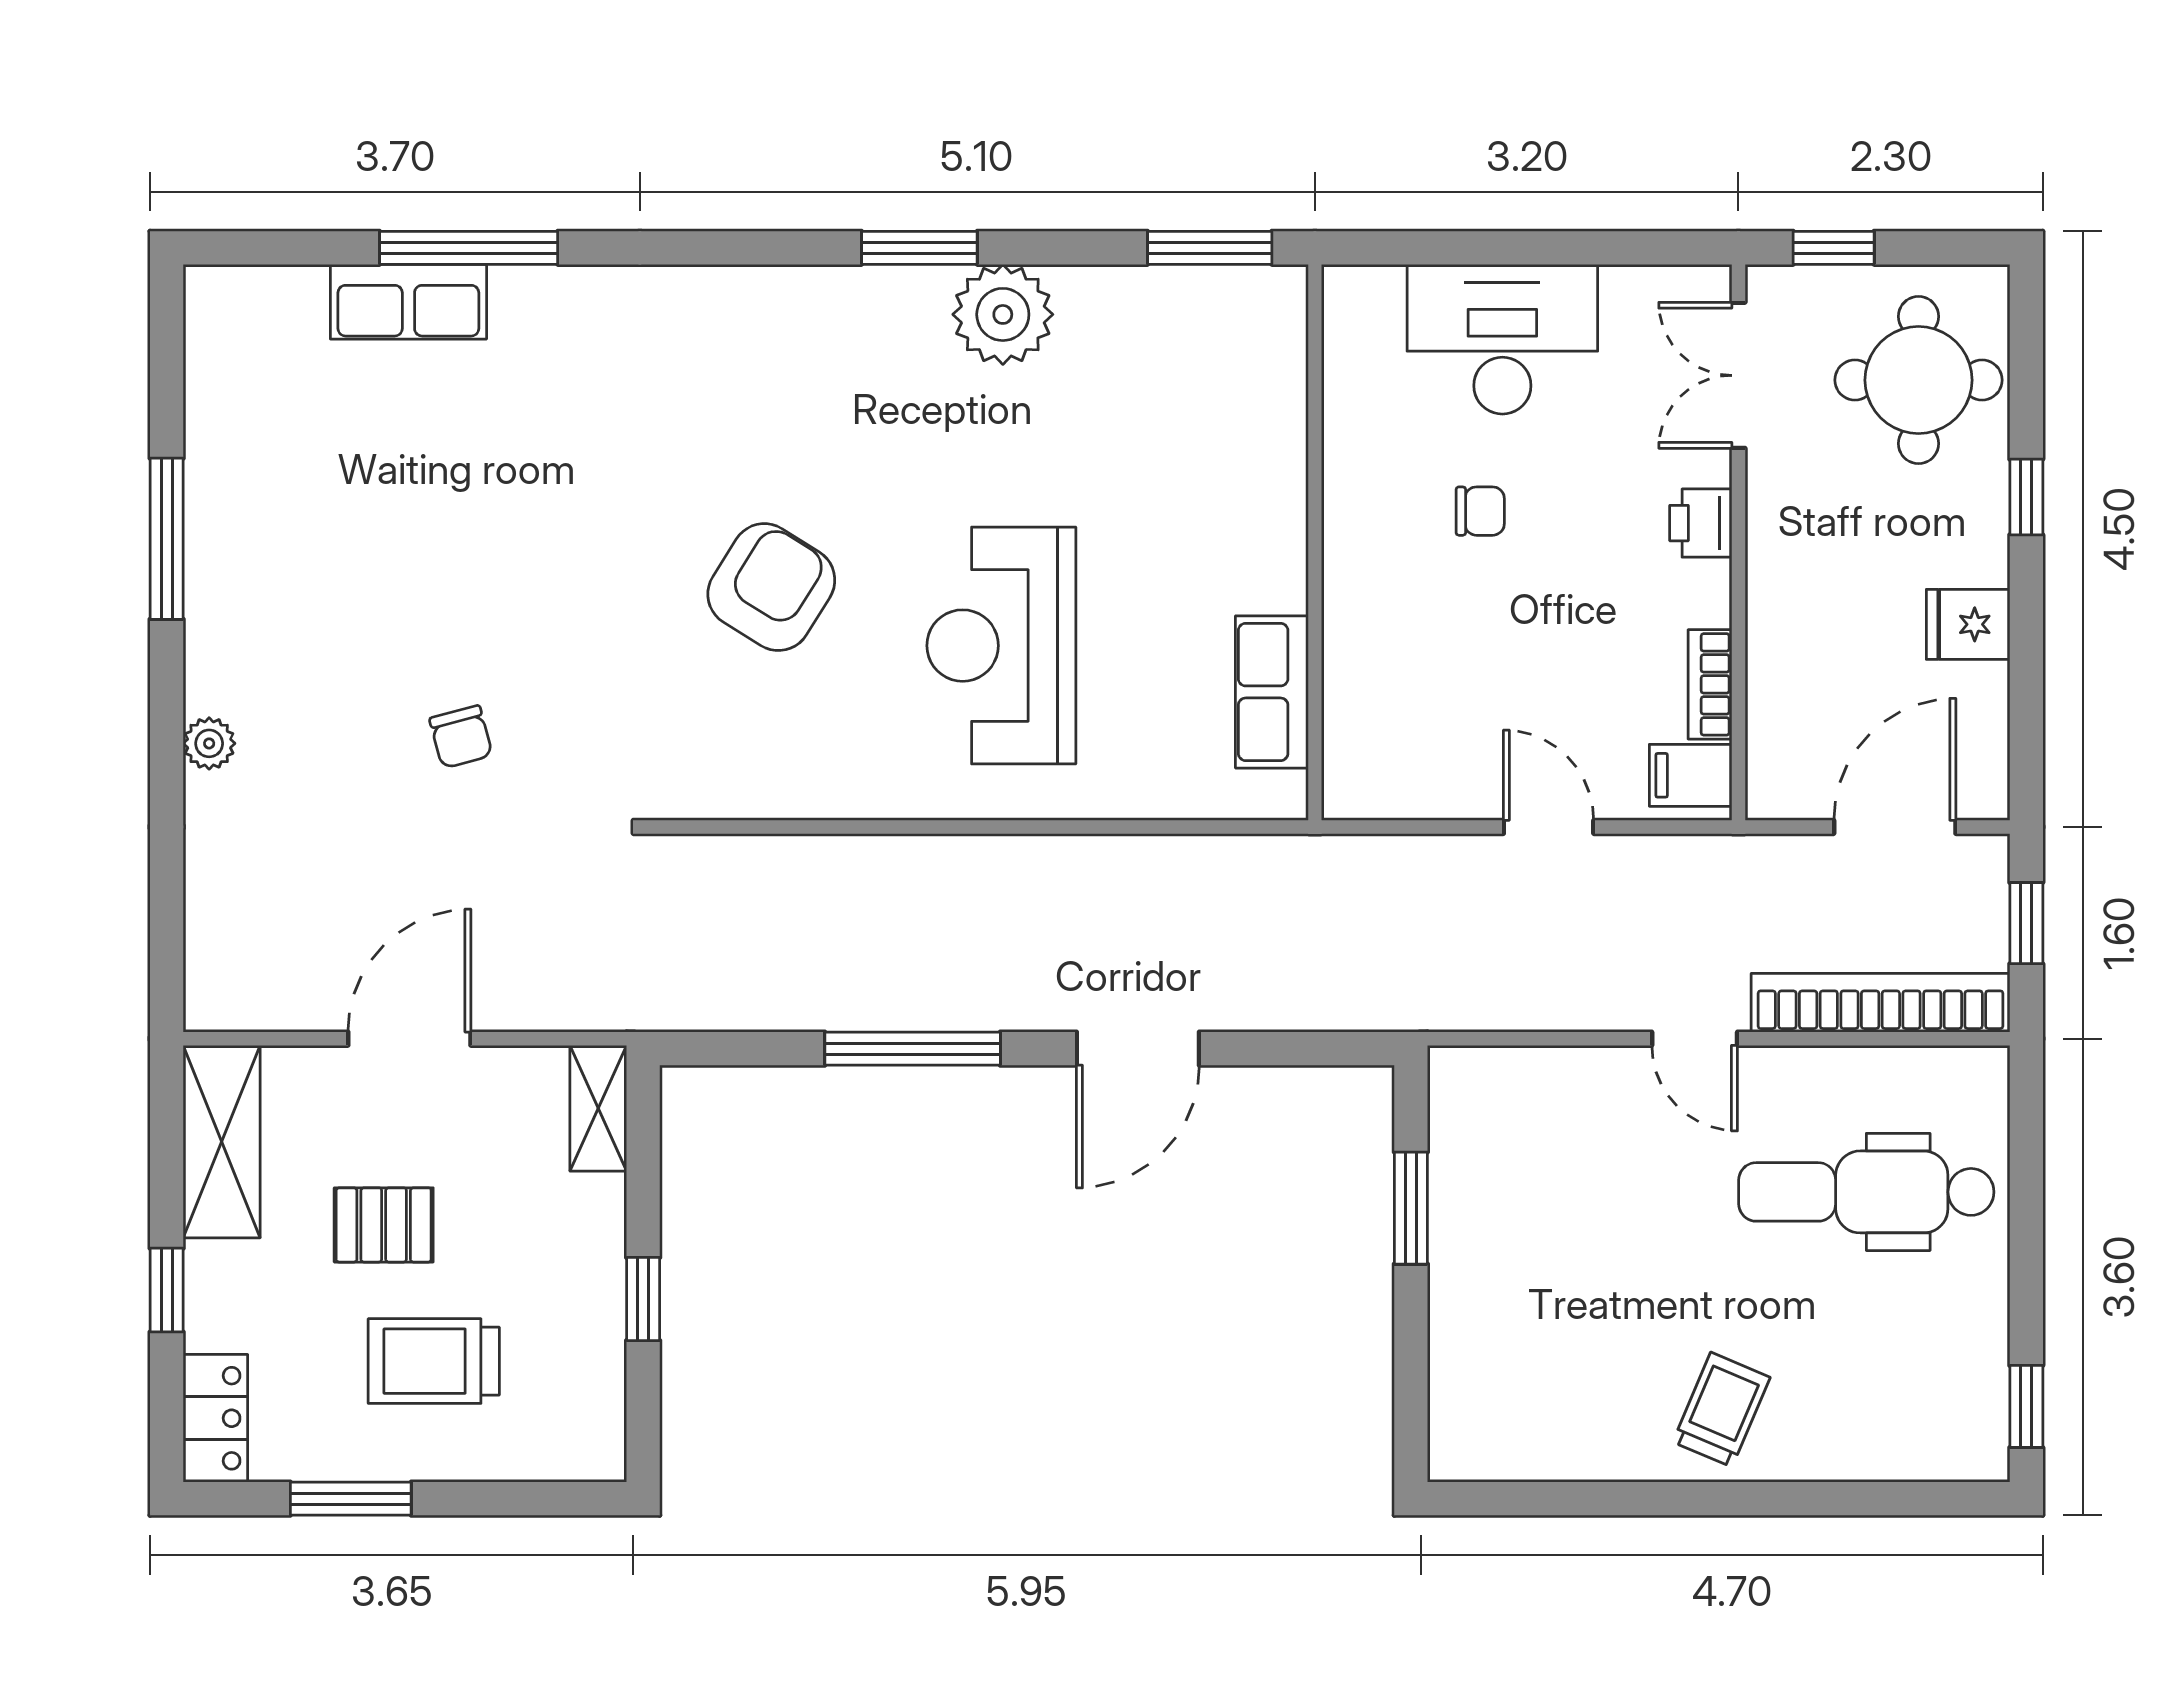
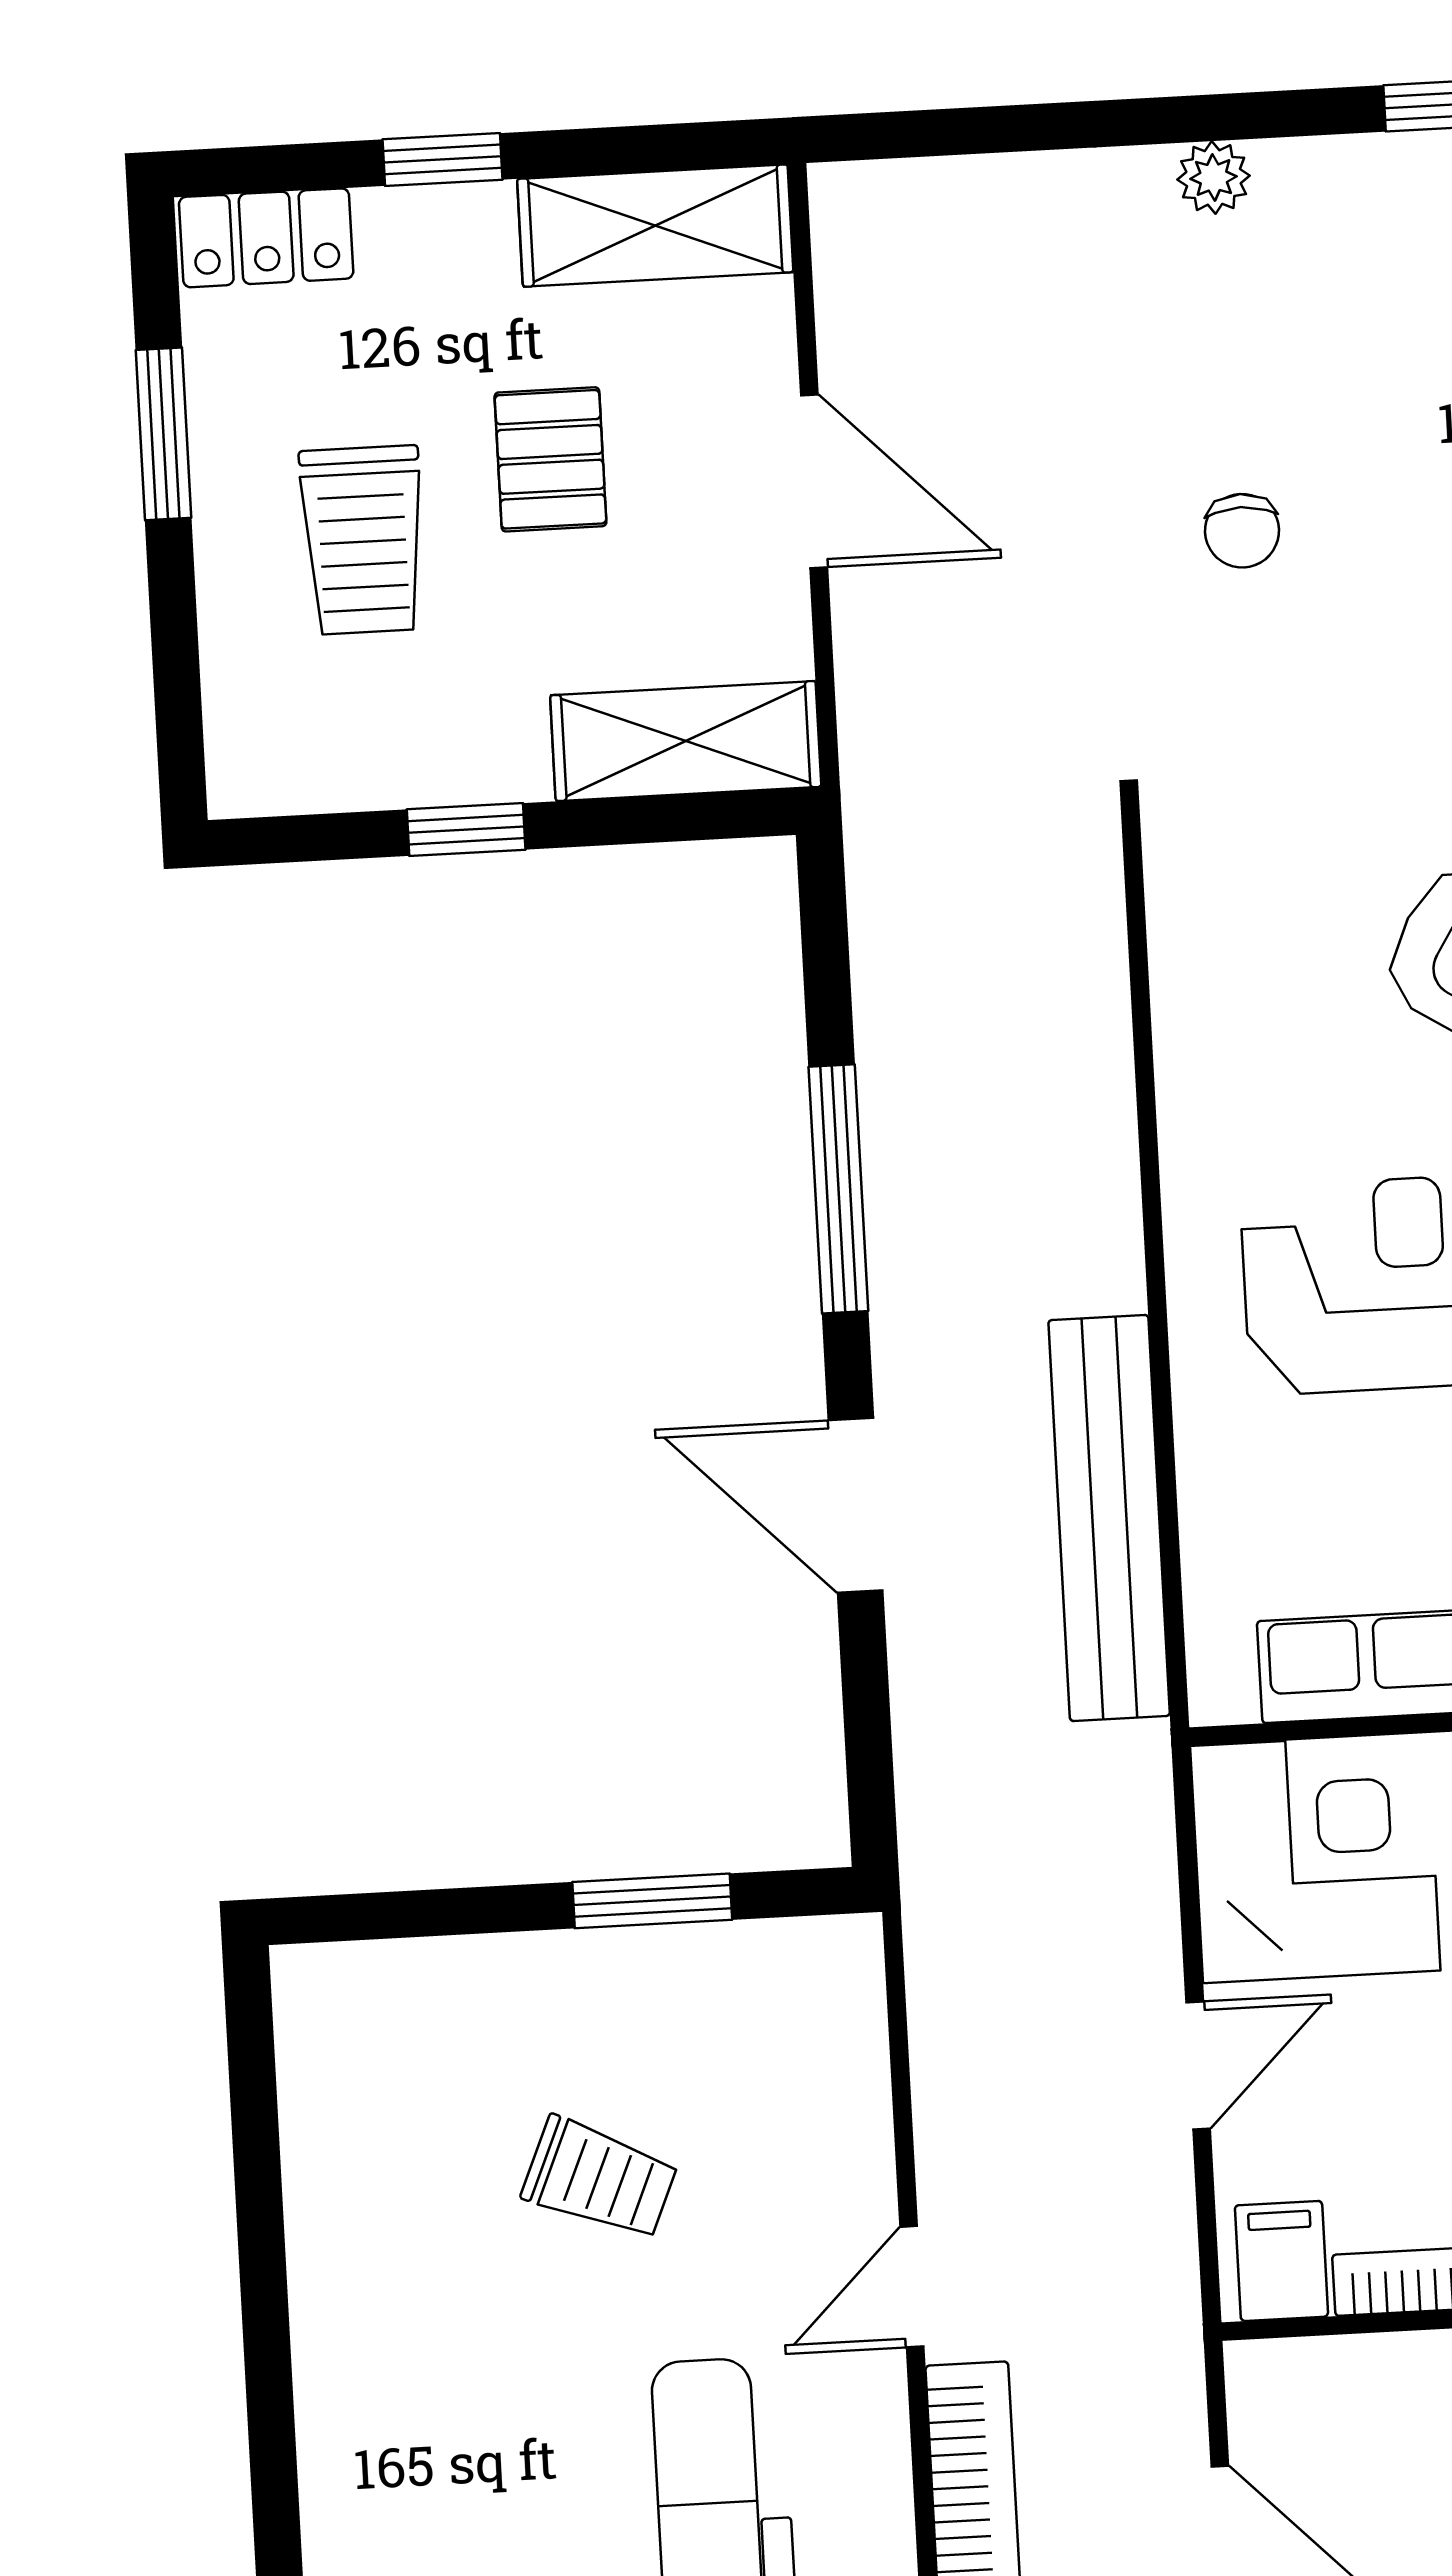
corner desk: (1406, 736) -> (1315, 1858), added
chair: (461, 737) -> (1242, 531), turned -75
bench: (1157, 869) -> (1109, 1518), added
shelving: (598, 1108) -> (686, 741), width x1.50, depth x1.33
trolley: (434, 1361) -> (363, 540), turned 180
trolley: (1721, 1410) -> (600, 2179), moved

